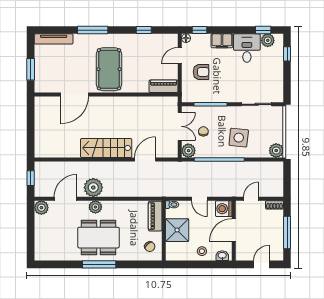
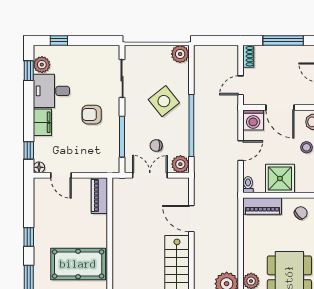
window: (144, 30) -> (29, 237), moved
armchair: (201, 72) -> (92, 115), moved, turned -90
side table: (239, 138) -> (164, 101), turned 45
door: (251, 199) -> (241, 85), hinge flipped

